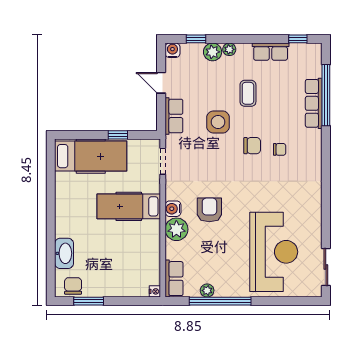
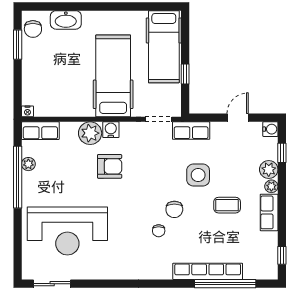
row of seats: (271, 52) -> (269, 212), moved
row of seats: (314, 103) -> (208, 271), width x1.36
row of seats: (174, 116) -> (191, 131), moved
chair: (280, 149) -> (159, 231), moved
hospital bed: (129, 206) -> (113, 76), width x1.37, depth x1.29
chair: (73, 286) -> (33, 29), turned 90

